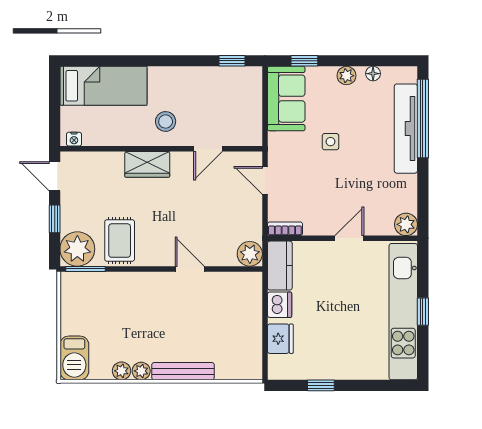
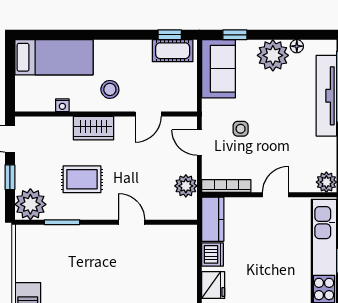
plant: (347, 76) -> (273, 55), width x1.88, depth x1.88
cot: (235, 78) -> (173, 51), added
nightstand: (74, 139) -> (62, 105), moved
side table: (331, 142) -> (241, 129), moved
bookcase: (285, 229) -> (226, 186), width x1.56
rug: (120, 241) -> (82, 179), moved, turned 90
plant: (250, 254) -> (186, 186), moved
window: (86, 269) -> (62, 222), moved

